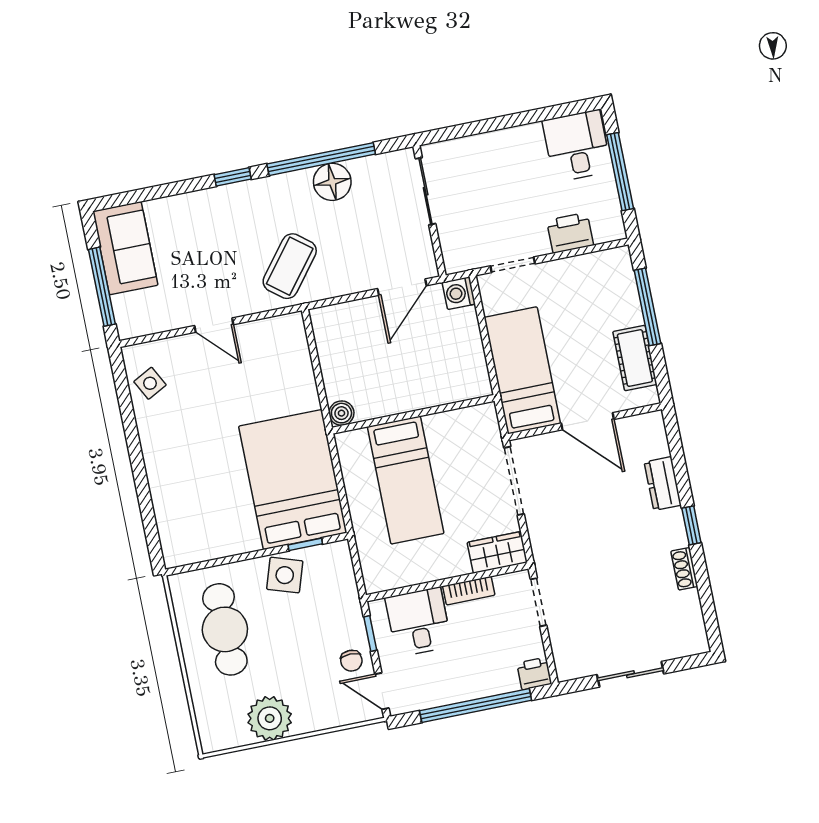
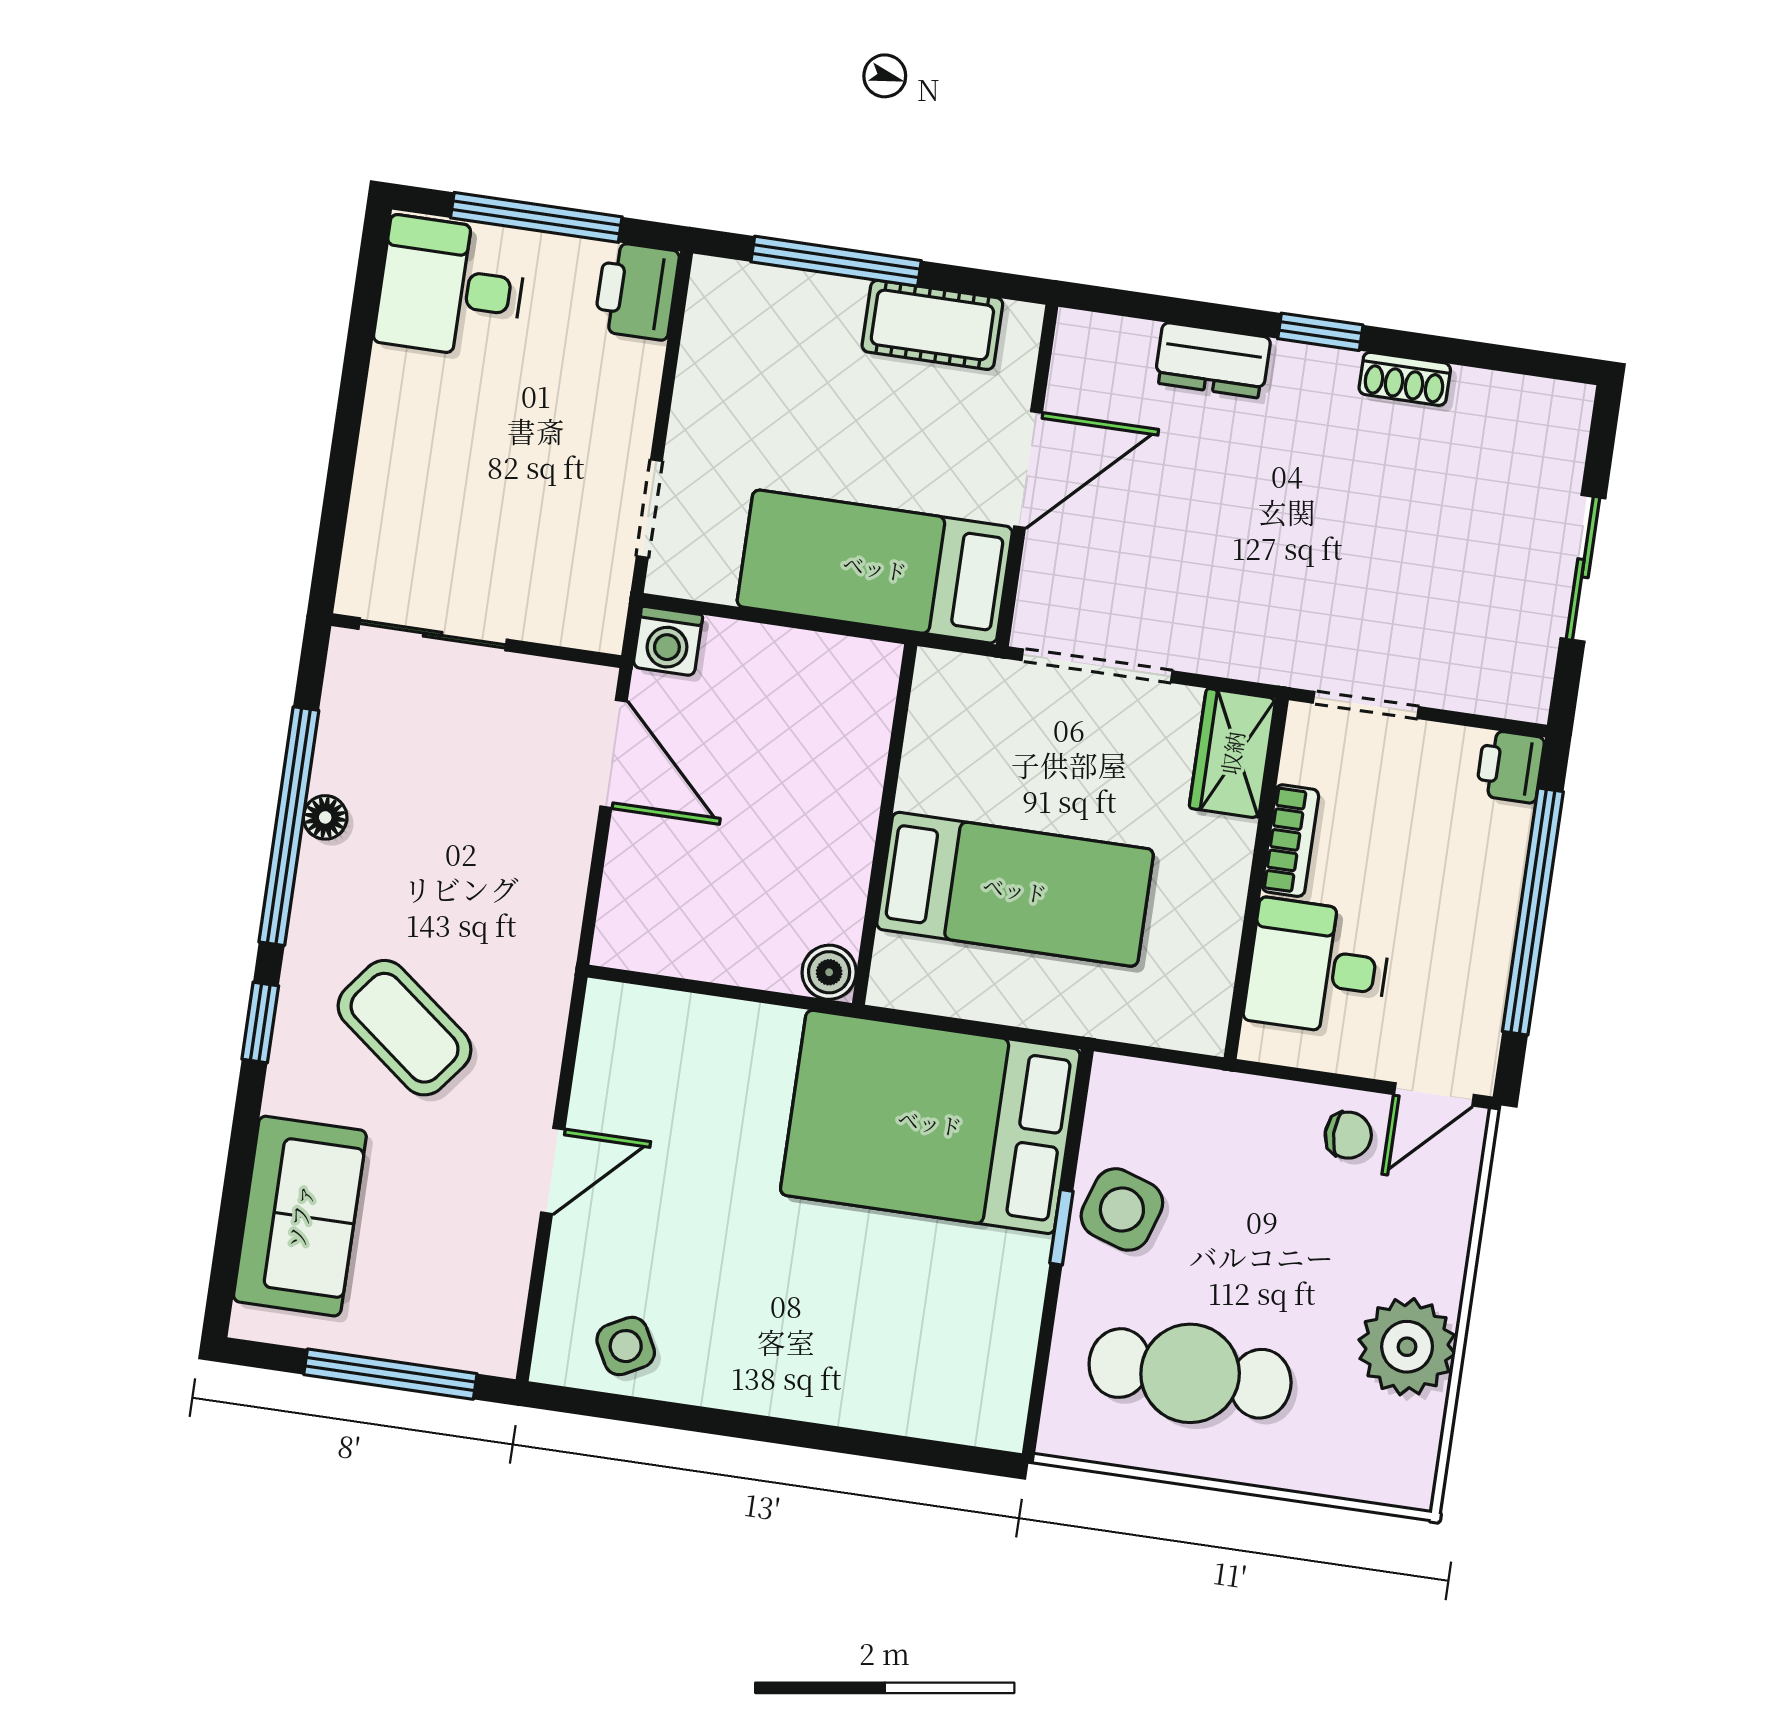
floor lamp: (332, 182) -> (325, 817), width x0.53, depth x0.53
printer: (570, 233) -> (637, 291), moved
sofa: (125, 248) -> (300, 1216), moved, turned 90
coffee table: (290, 266) -> (405, 1028), moved
window: (305, 544) -> (1061, 1227), moved
window: (370, 633) -> (1306, 1076), removed

